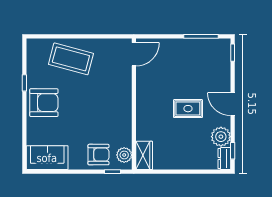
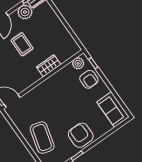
armchair: (98, 155) -> (89, 79), turned 180
wardrobe: (144, 155) -> (49, 66), moved

